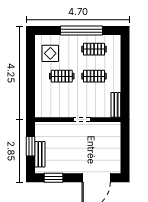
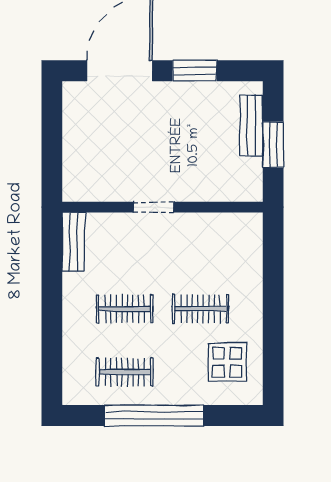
window: (54, 178) -> (195, 71), moved

